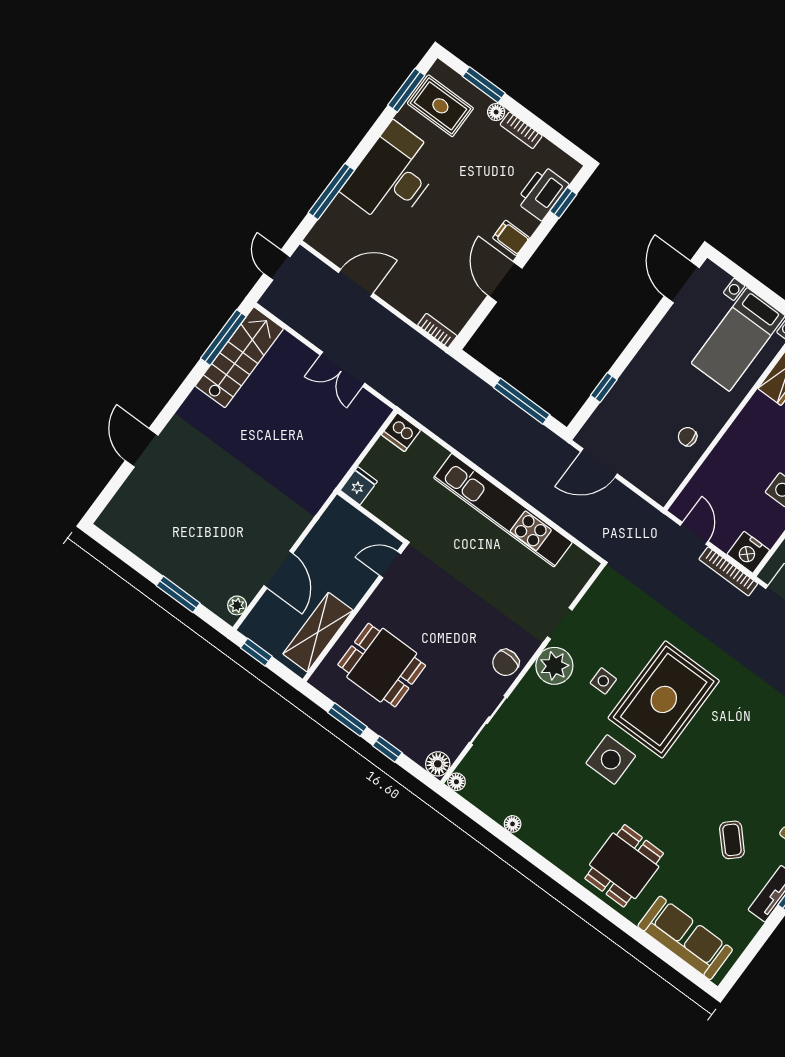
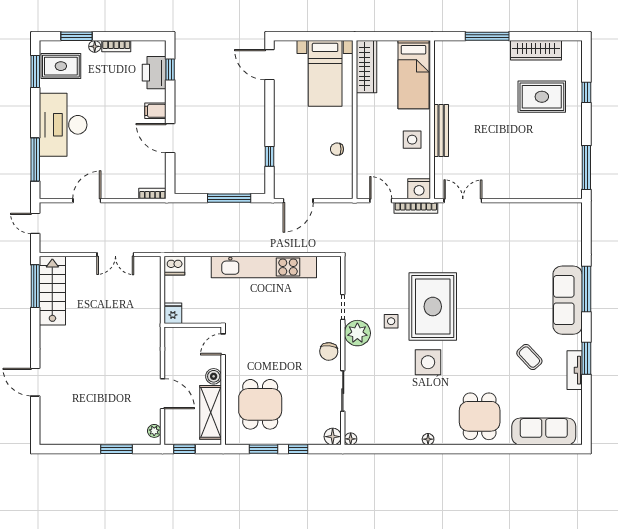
boiler: (352, 593) -> (214, 376), added
dining table: (382, 665) -> (260, 404), turned 90
floor lamp: (513, 824) -> (428, 439), moved

